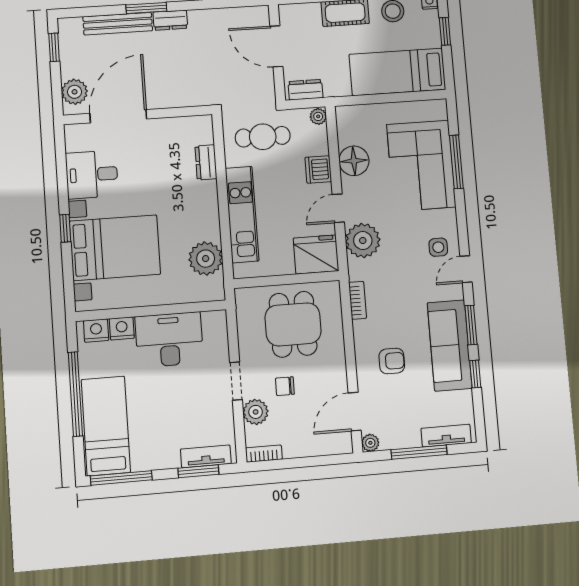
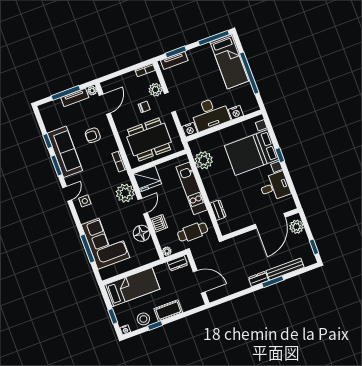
dining table: (293, 324) -> (149, 140), width x1.38
nightstand: (96, 331) -> (190, 130), moved
tv unit: (446, 436) -> (75, 98), moved

